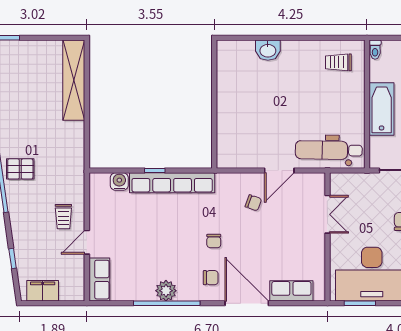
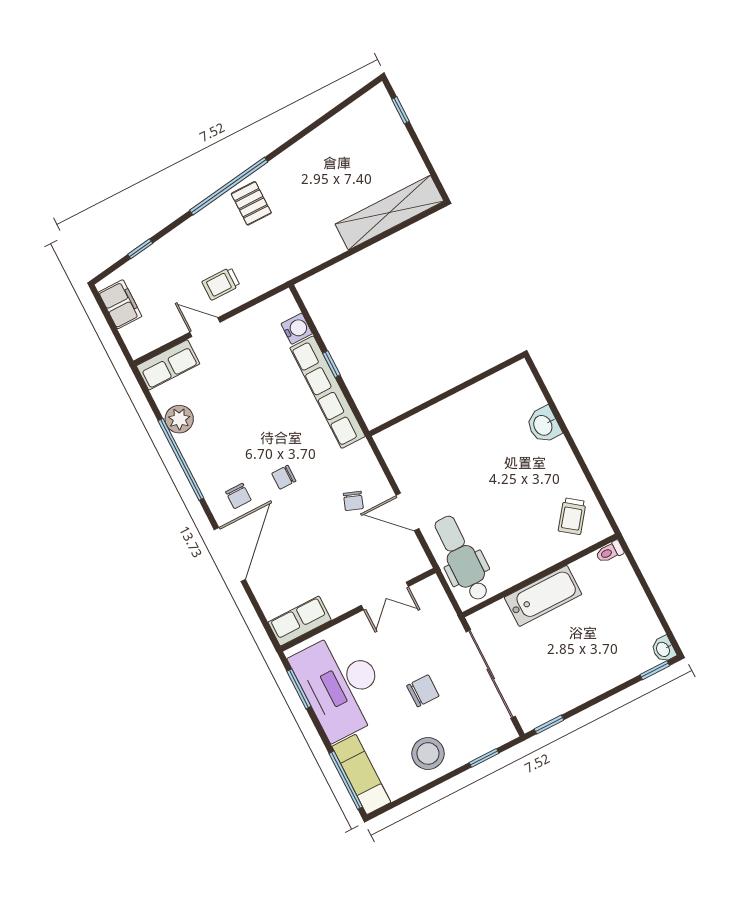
trolley: (338, 62) -> (572, 516), turned -143
plant: (166, 291) -> (179, 419), moved
row of seats: (291, 291) -> (300, 621), moved, turned -90

